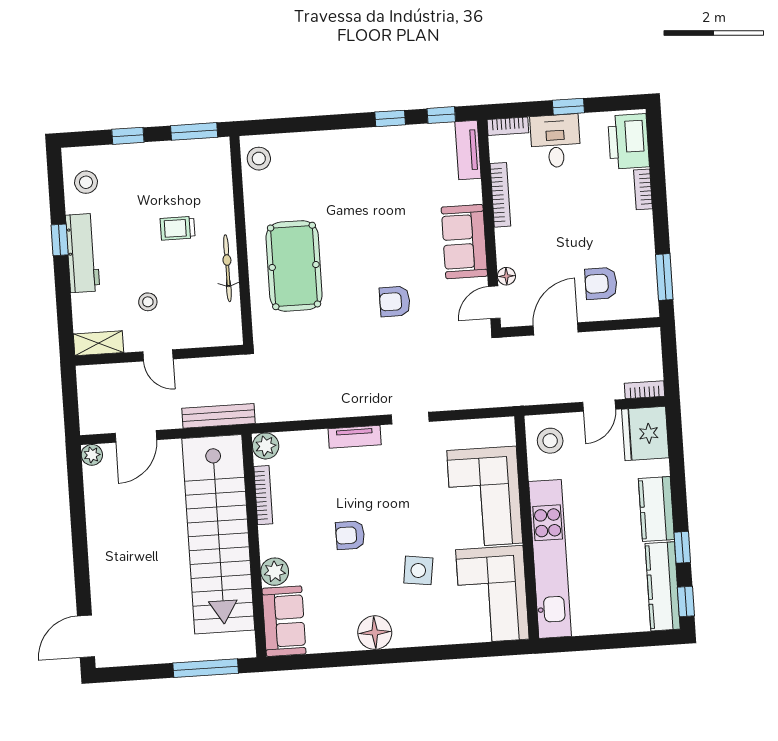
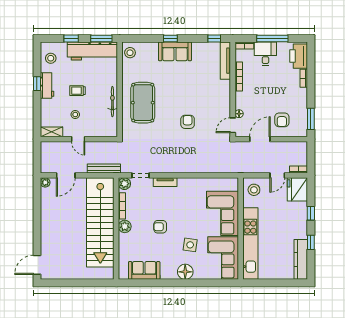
window: (568, 107) -> (272, 38), width x2.17
window: (390, 118) -> (170, 38), moved
tv unit: (468, 150) -> (225, 61), width x1.41
workbench: (176, 160) -> (92, 51), added
trolley: (178, 228) -> (78, 91), moved
sofa: (464, 242) -> (175, 51), moved, turned -90
workbench: (83, 253) -> (47, 85), width x0.73
armchair: (601, 283) -> (282, 120), turned -90
armchair: (395, 301) -> (188, 122), turned 90
doorway: (410, 418) -> (140, 175), moved
kitchen counter: (656, 509) -> (300, 224), removed
plant: (275, 572) -> (125, 226), moved
window: (686, 602) -> (311, 213), moved
sofa: (284, 621) -> (144, 270), moved, turned -90
floor lamp: (375, 633) -> (185, 272), moved
window: (206, 668) -> (90, 283), removed

